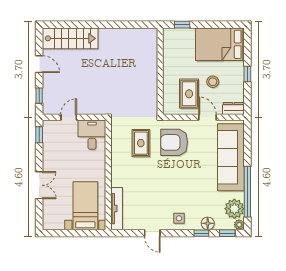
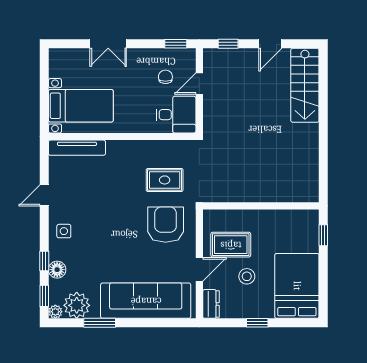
door: (69, 117) -> (199, 83), swing flipped
chair: (64, 142) -> (165, 77), added
window: (247, 192) -> (100, 323), width x0.47

